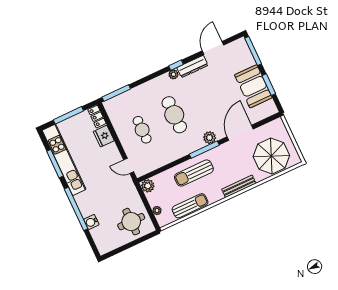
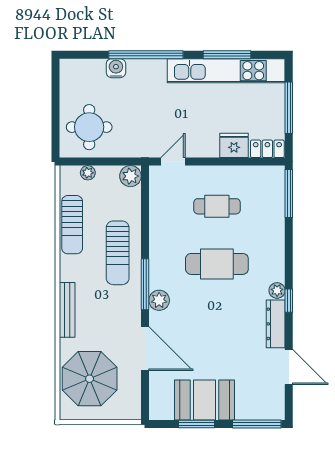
sun lounger: (194, 173) -> (118, 253), turned 180

